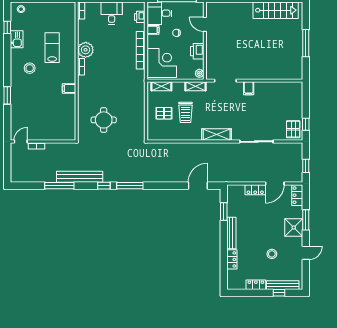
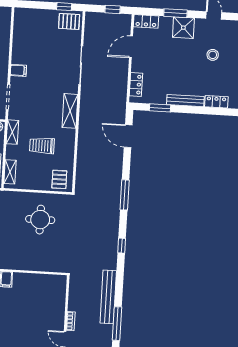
trolley: (185, 112) -> (42, 146), turned 180
pallet: (164, 113) -> (59, 179), moved
round table: (104, 120) -> (40, 220), moved
bench: (80, 177) -> (108, 297), moved
door: (275, 184) -> (131, 47), swing flipped
window: (59, 186) -> (117, 324), moved
window: (130, 186) -> (125, 195), moved
locker: (255, 190) -> (136, 85), moved

